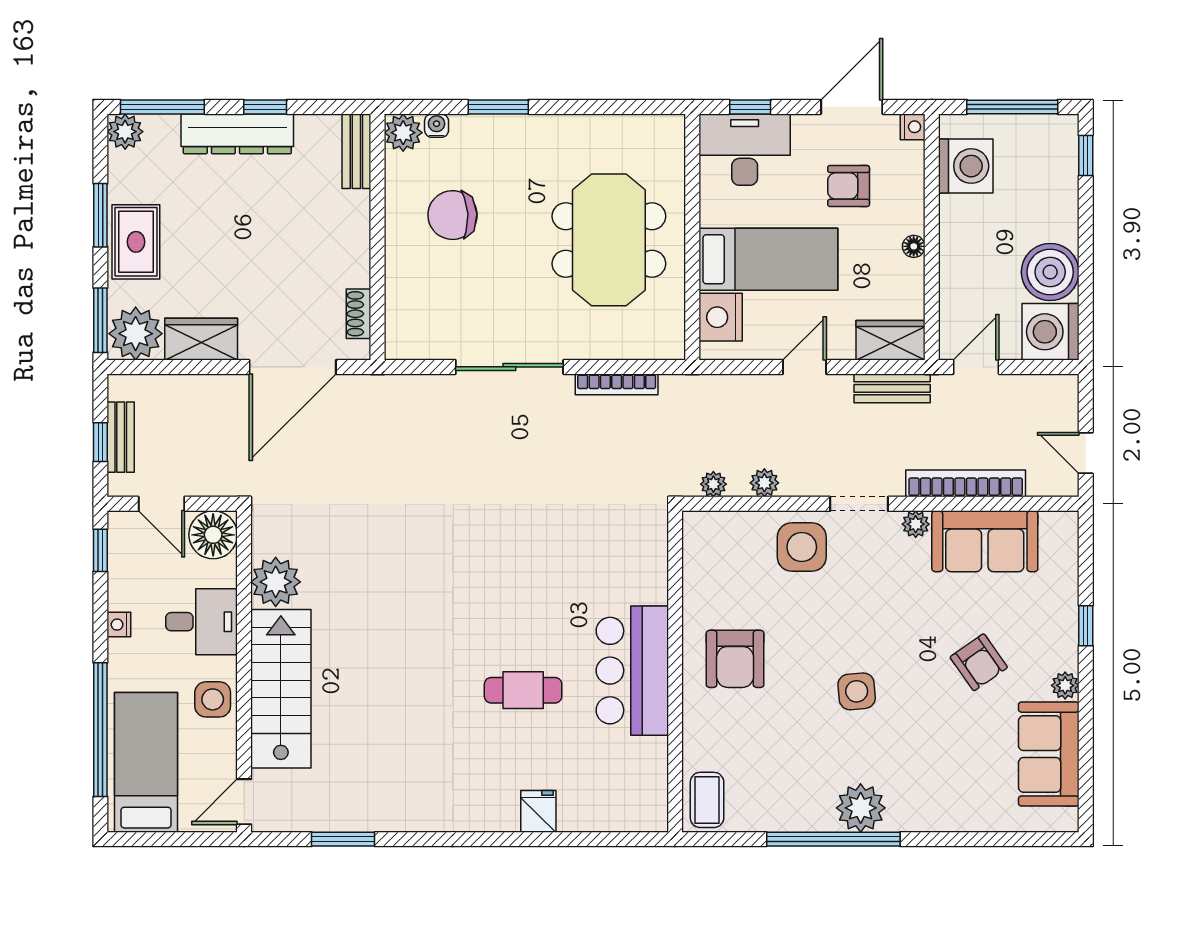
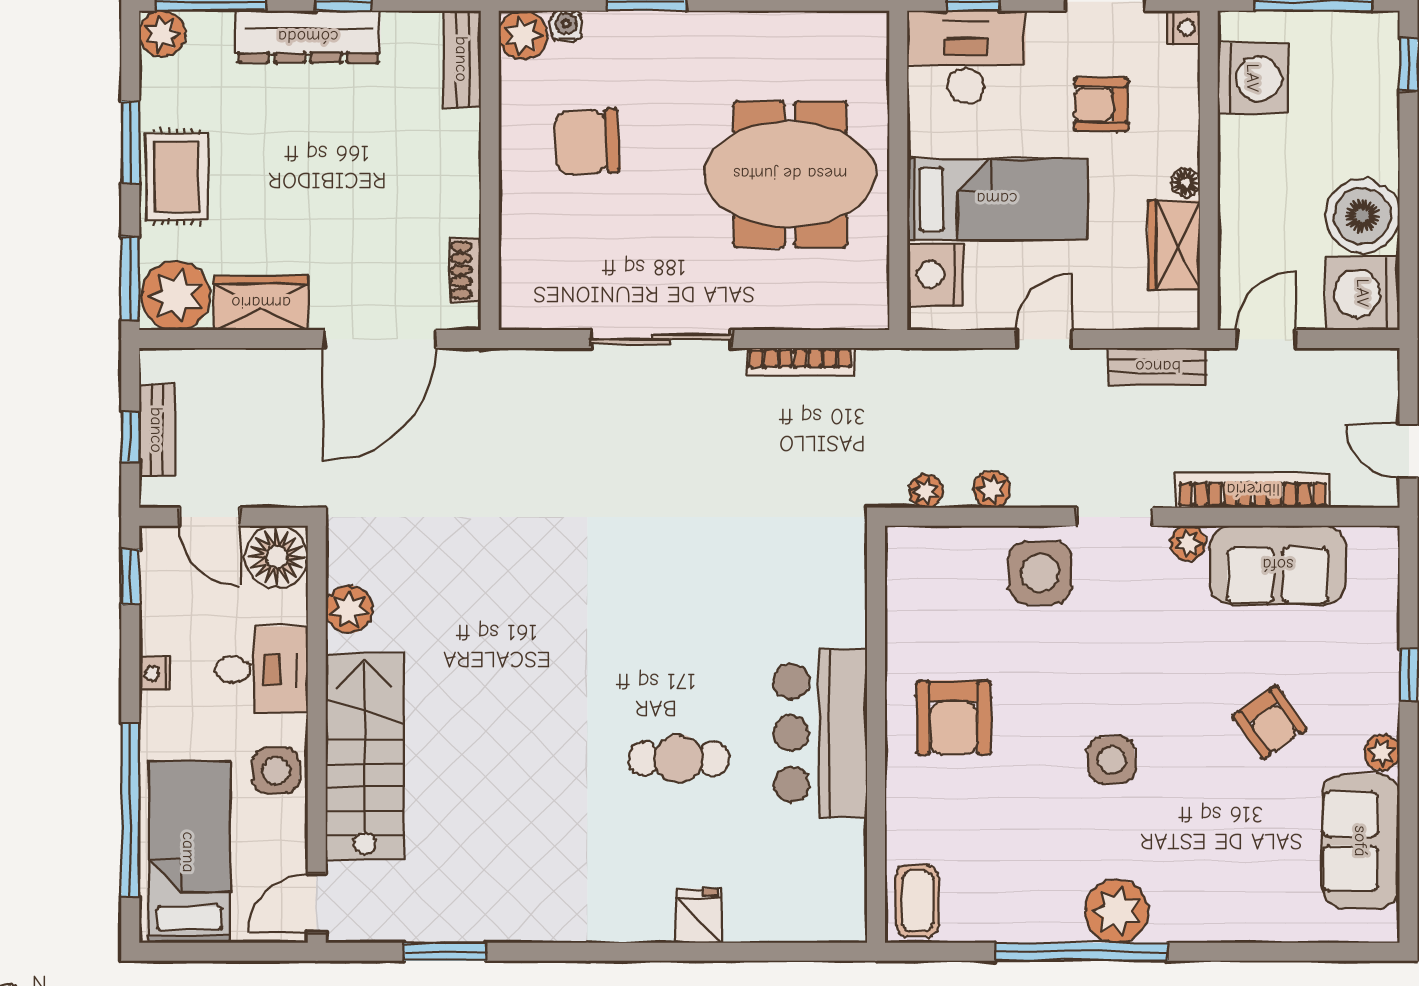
meeting table: (609, 240) -> (790, 174), turned 90
wardrobe: (891, 340) -> (1174, 245), moved, turned -90
plant: (276, 582) -> (349, 609), width x0.73, depth x0.73

